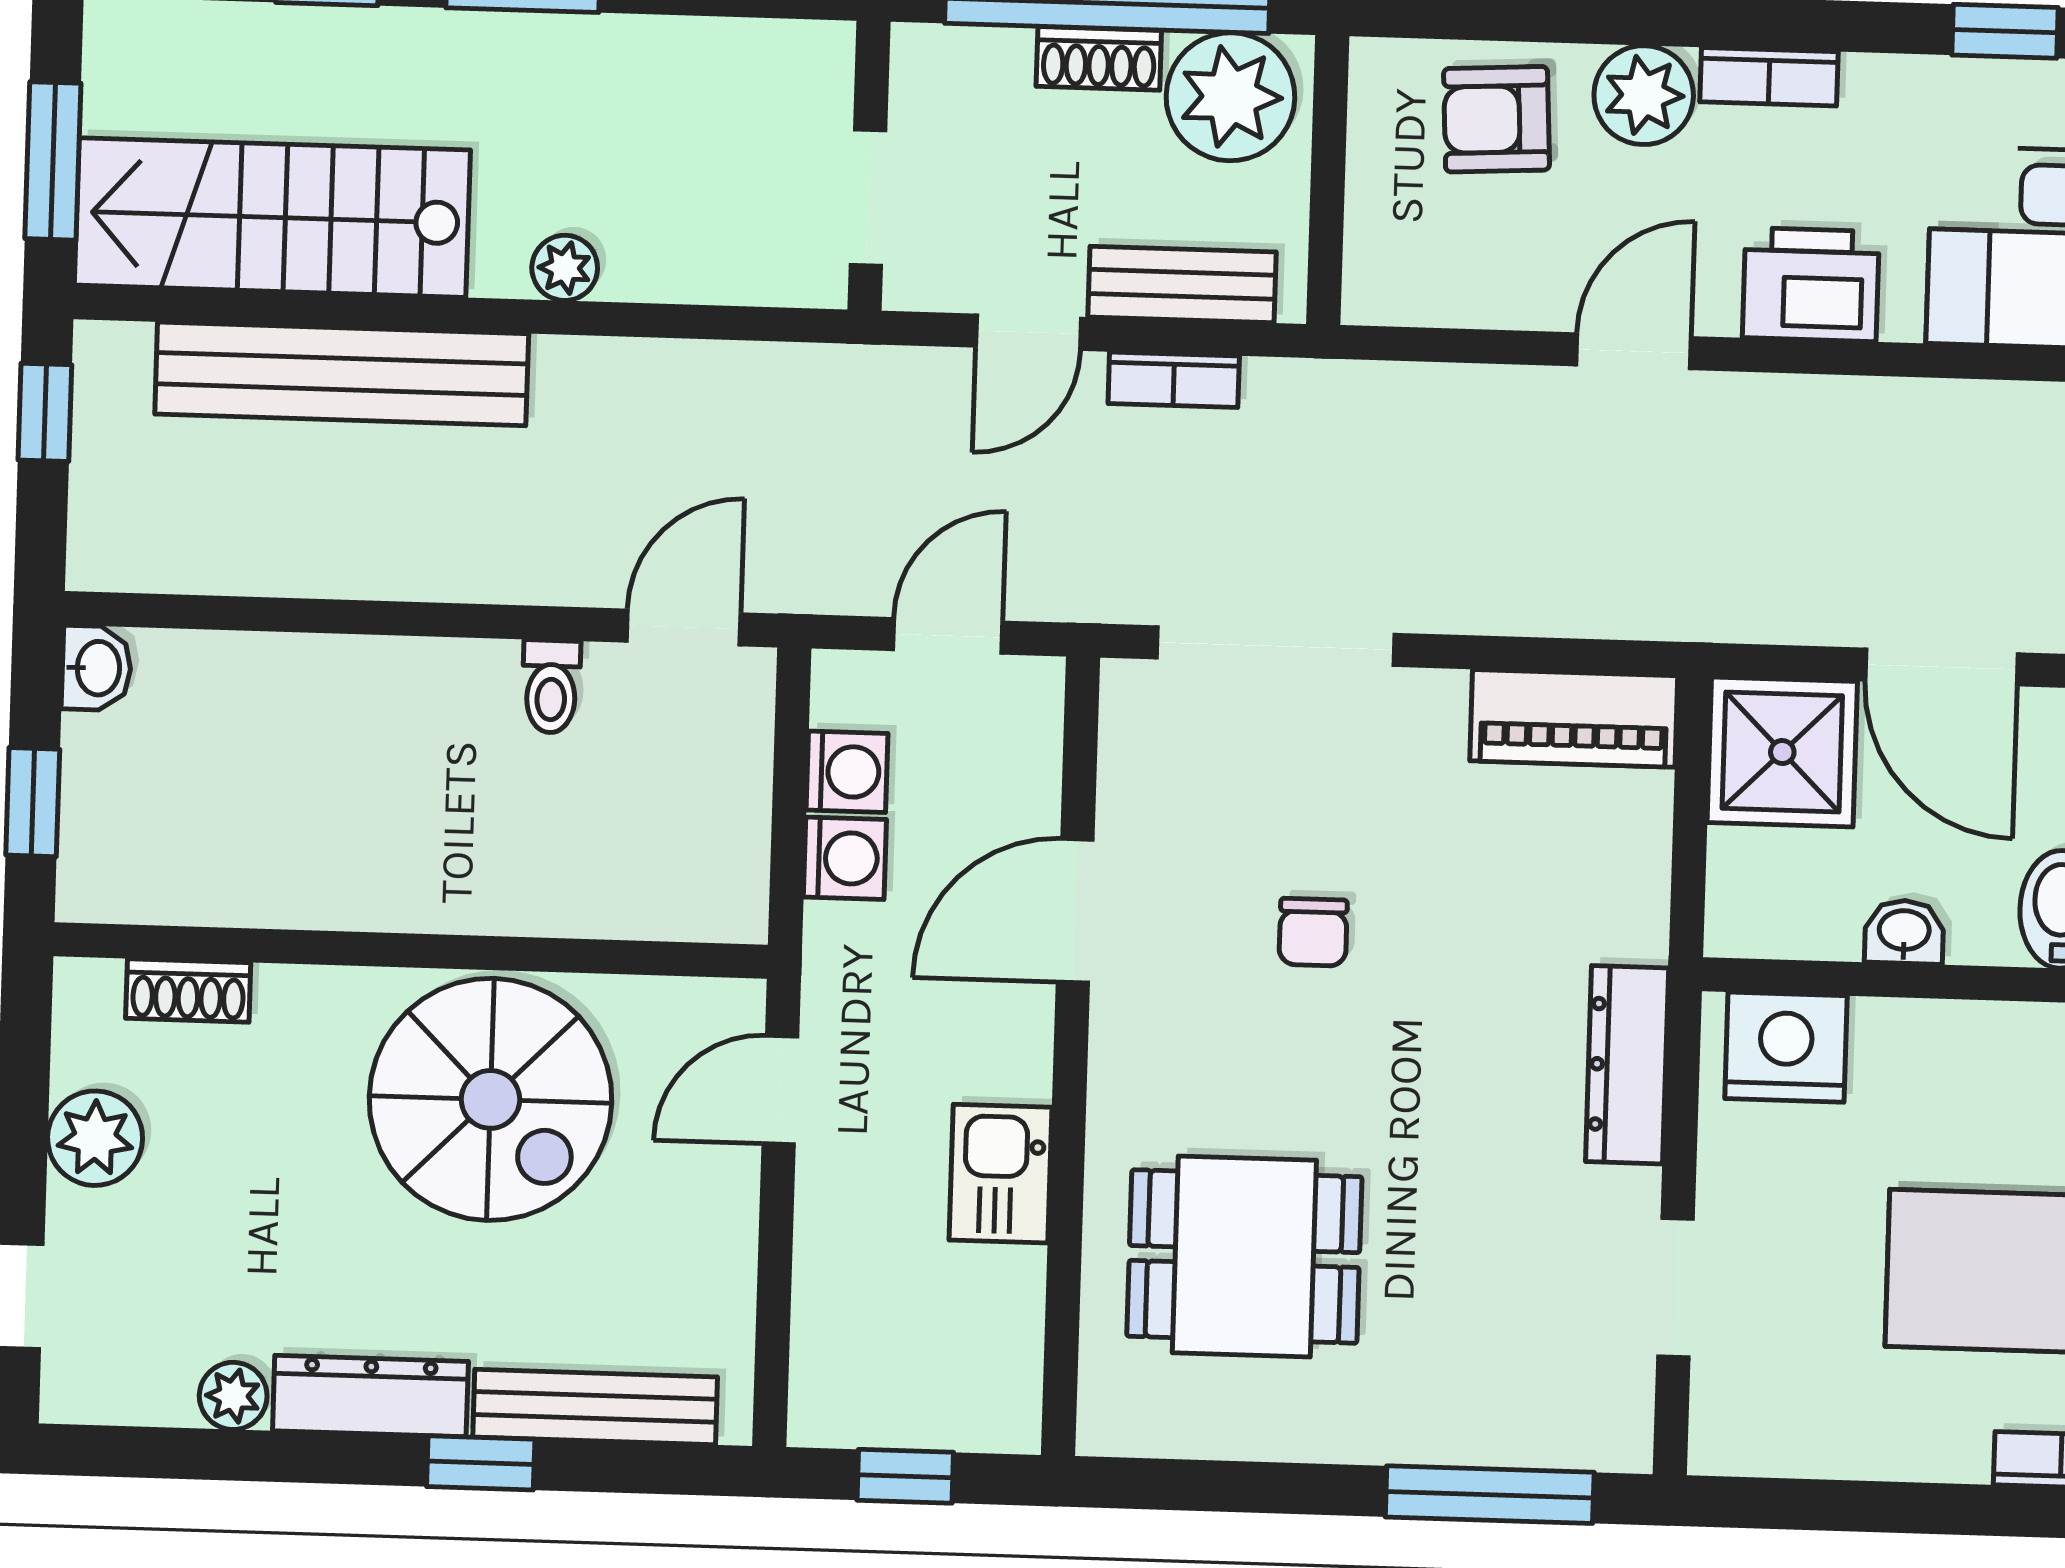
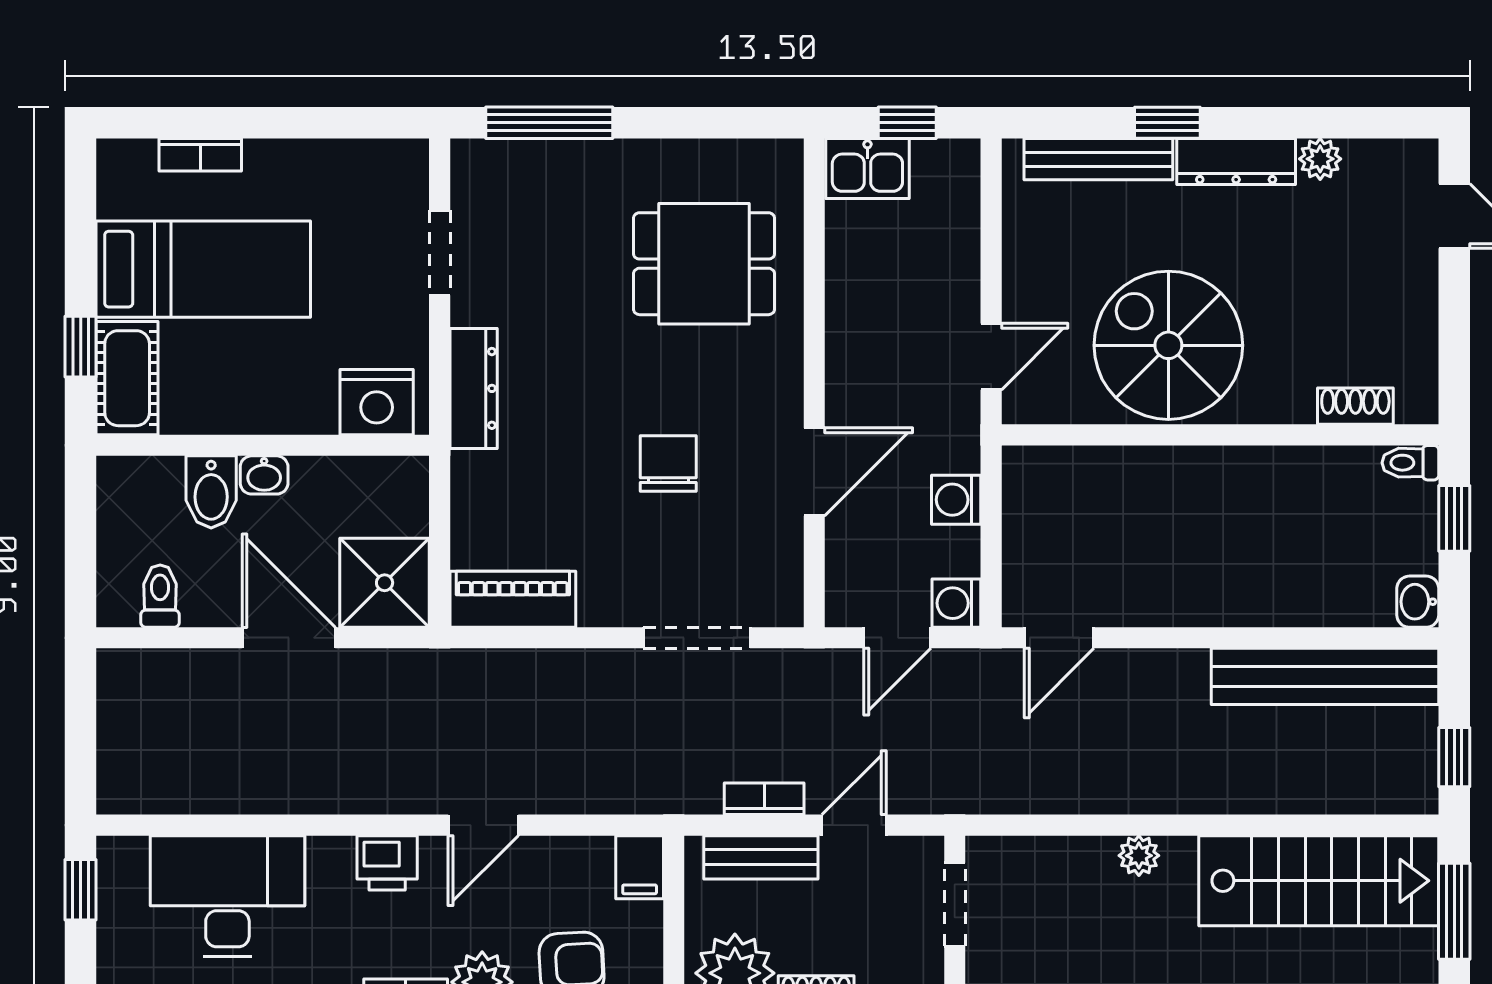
filing cabinet: (1381, 275) -> (640, 867), added
printer: (1811, 285) -> (387, 863), width x0.73, depth x0.81
bench: (342, 374) -> (1325, 676), moved
doorway: (1276, 646) -> (697, 638), width x0.73
toilet: (551, 687) -> (1410, 463), moved, turned -90
washing machine: (847, 772) -> (956, 603), moved
chair: (1313, 932) -> (668, 463), width x1.37, depth x1.37
washbasin: (1904, 932) -> (264, 475), moved
plant: (95, 1138) -> (1410, 314), removed
kitchen sink: (1001, 1174) -> (867, 168), moved, turned 90

